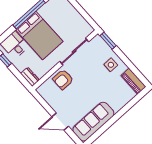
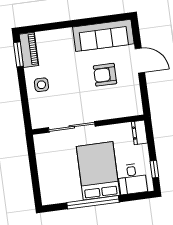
window: (108, 41) -> (18, 54), moved
armchair: (63, 79) -> (105, 75), moved, turned 180

